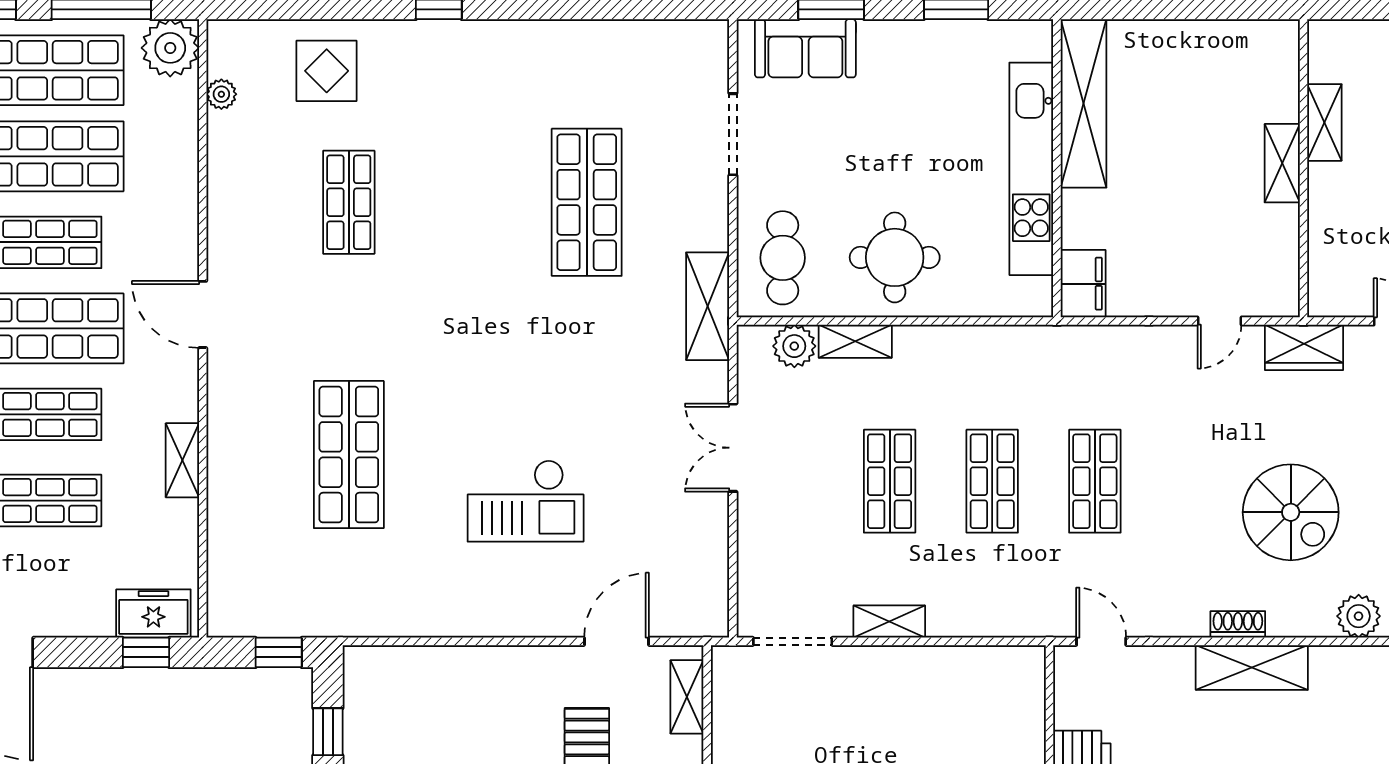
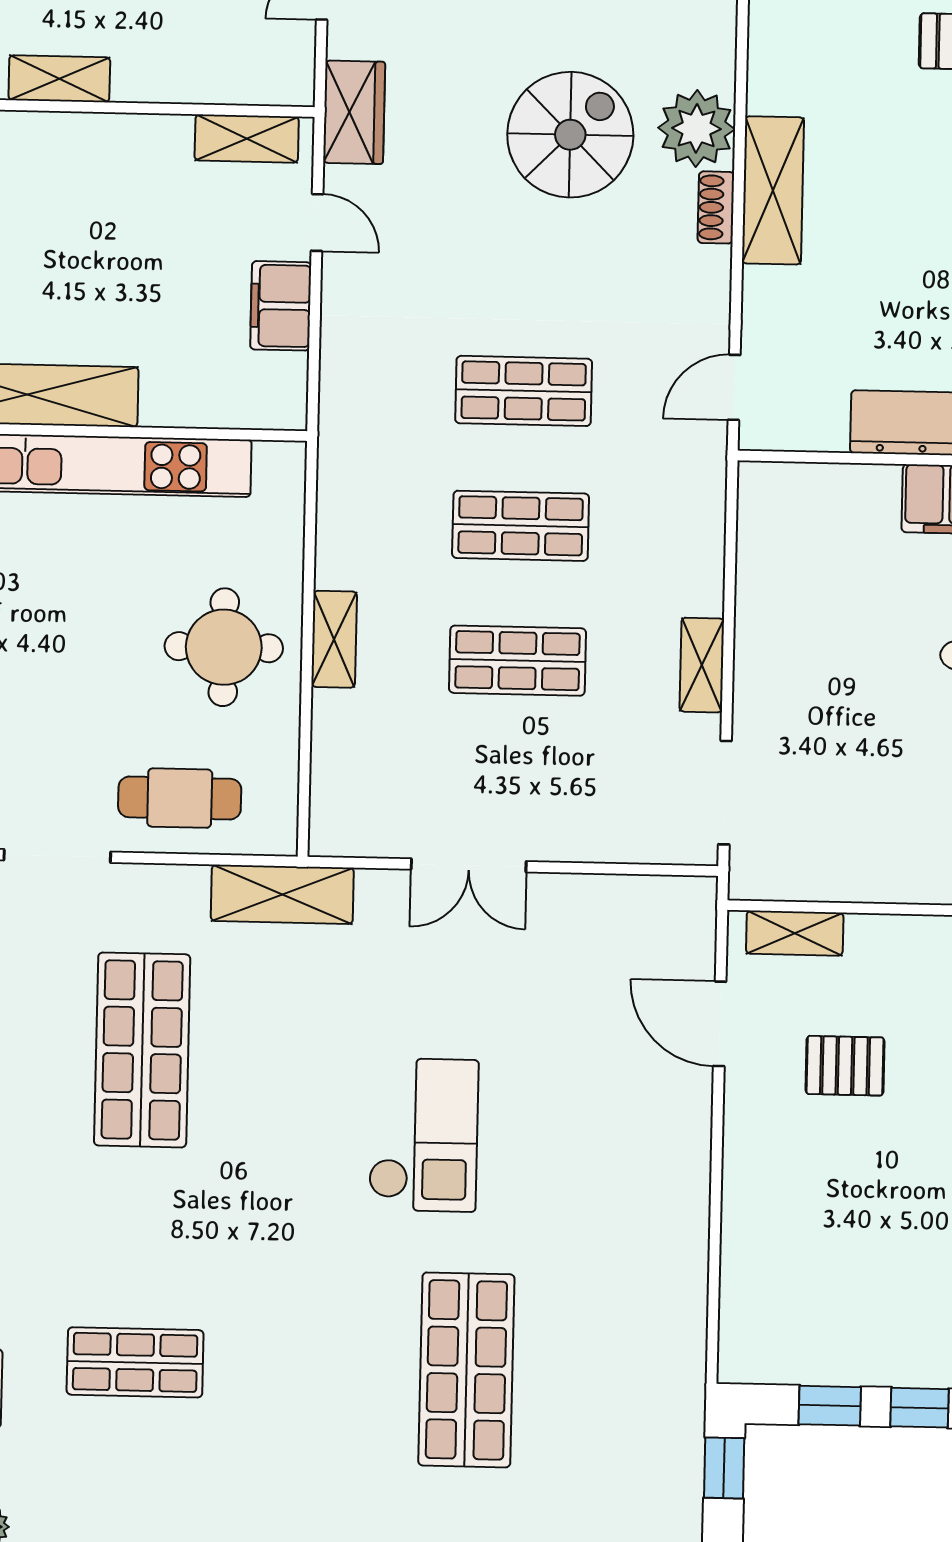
shelving: (1282, 163) -> (247, 139), moved
shop shelf: (587, 202) -> (142, 1050), turned 90
cafe table: (783, 258) -> (180, 798), moved
filing cabinet: (1083, 284) -> (281, 306), moved, turned -90
shelving: (855, 341) -> (334, 639), moved
plant: (794, 346) -> (337, 782), removed
shop shelf: (349, 455) -> (466, 1370), turned 90
checkout: (526, 501) -> (424, 1135), moved
plant: (1359, 616) -> (697, 128), moved, width x1.36, depth x1.36

